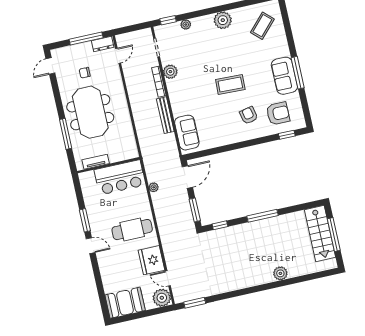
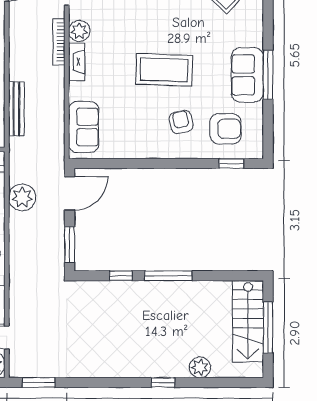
coffee table: (230, 84) -> (164, 70), width x1.36, depth x1.32
fireplace: (173, 92) -> (77, 62), added
bench: (165, 115) -> (16, 109), moved
plant: (154, 187) -> (22, 197), width x1.87, depth x1.87
window: (220, 225) -> (121, 276), moved
plant: (280, 273) -> (200, 367), moved
window: (274, 285) -> (163, 383), added

